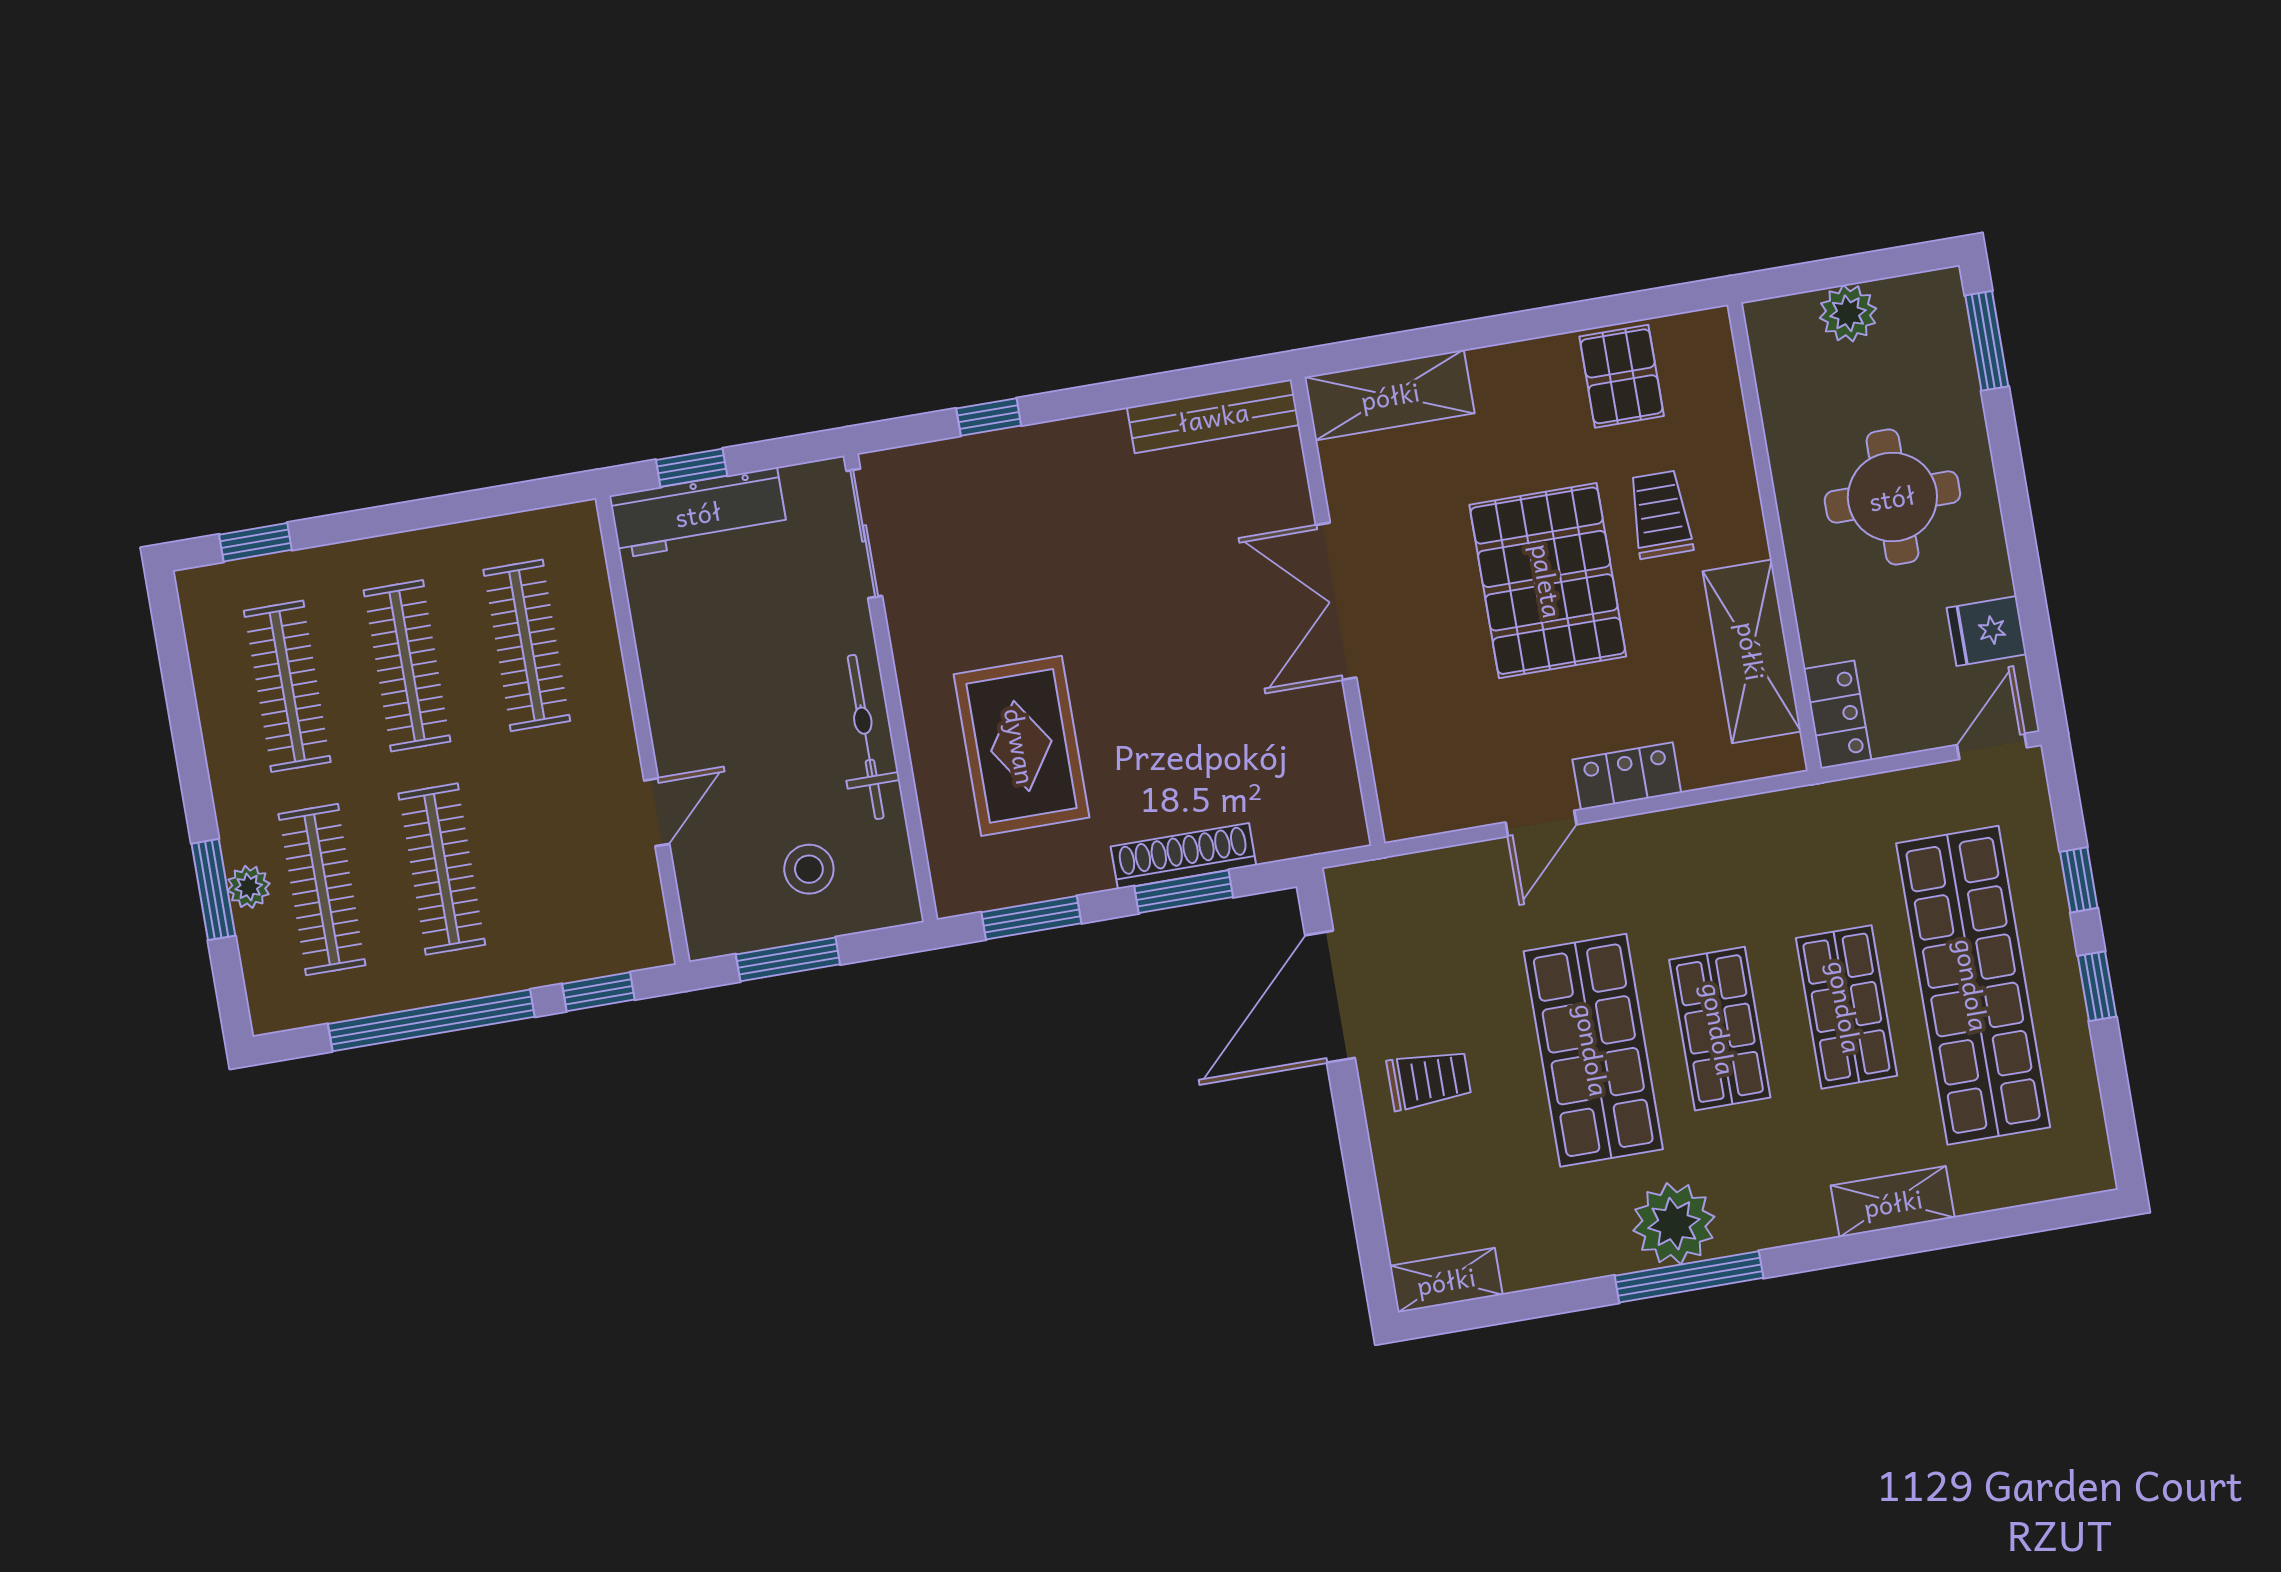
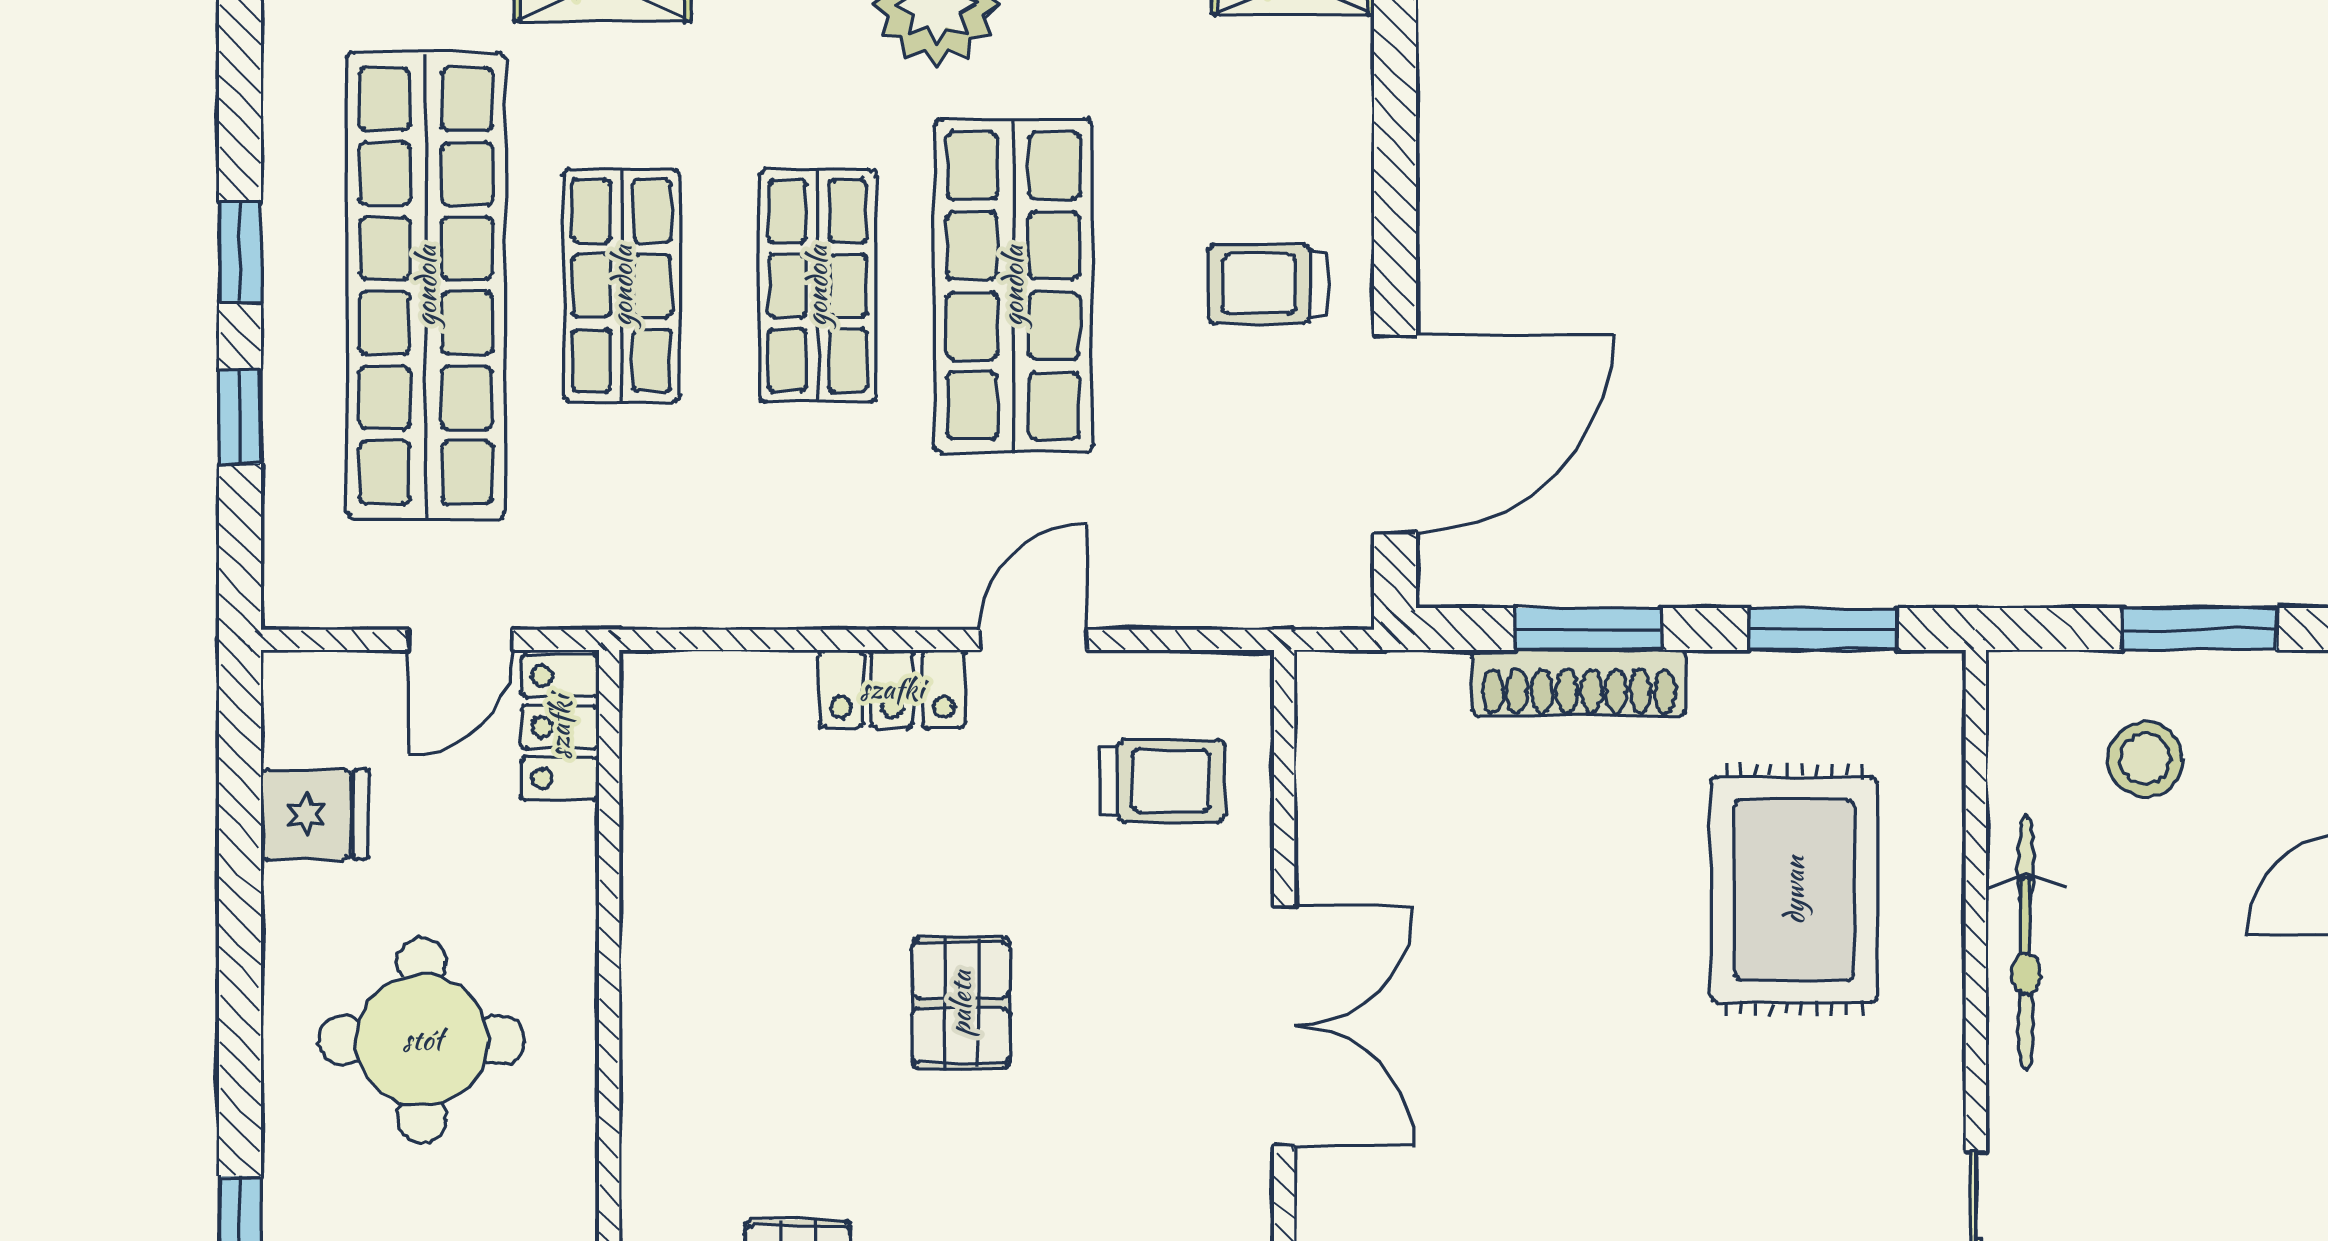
trolley: (1660, 514) -> (1162, 781), moved, turned -90
pallet: (1548, 581) -> (961, 1003), width x0.49, depth x0.50
shelving: (1752, 651) -> (672, 844), removed
door: (1992, 746) -> (460, 640), moved

